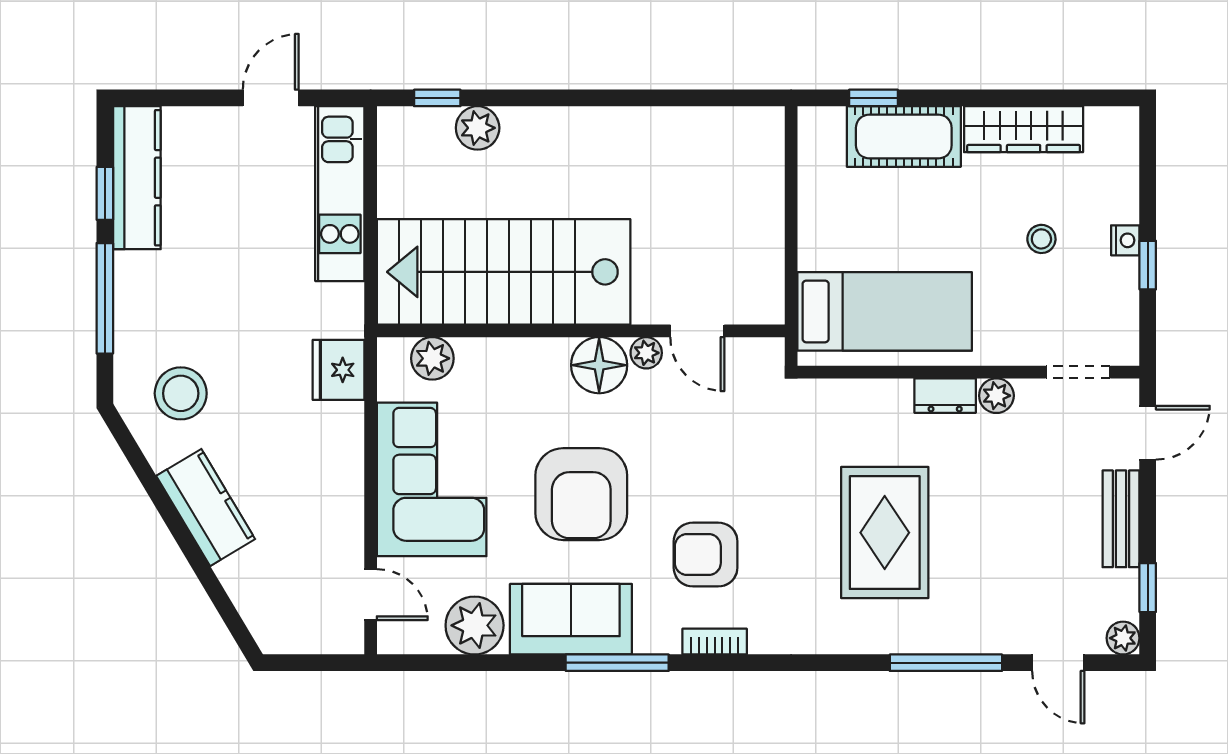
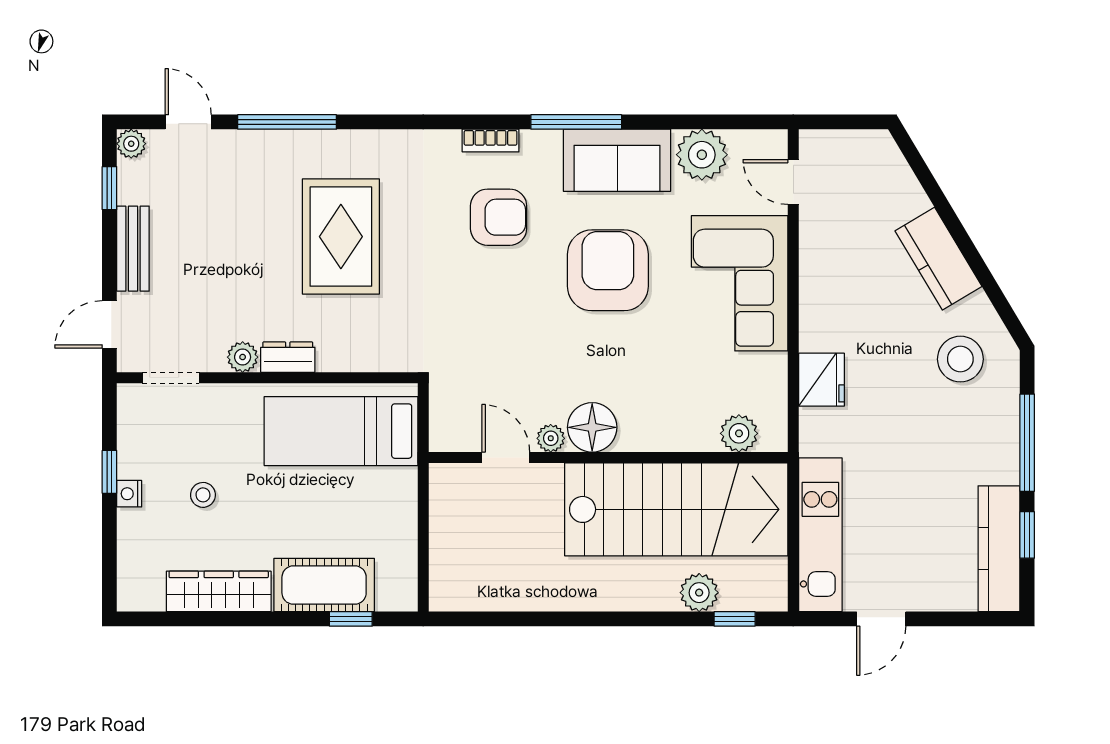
stairs: (504, 272) -> (676, 509), moved
wall: (581, 331) -> (608, 458), moved
door: (697, 331) -> (506, 458), moved
plant: (646, 353) -> (551, 438), moved
plant: (432, 358) -> (739, 433), moved
floor lamp: (599, 365) -> (592, 427), moved

